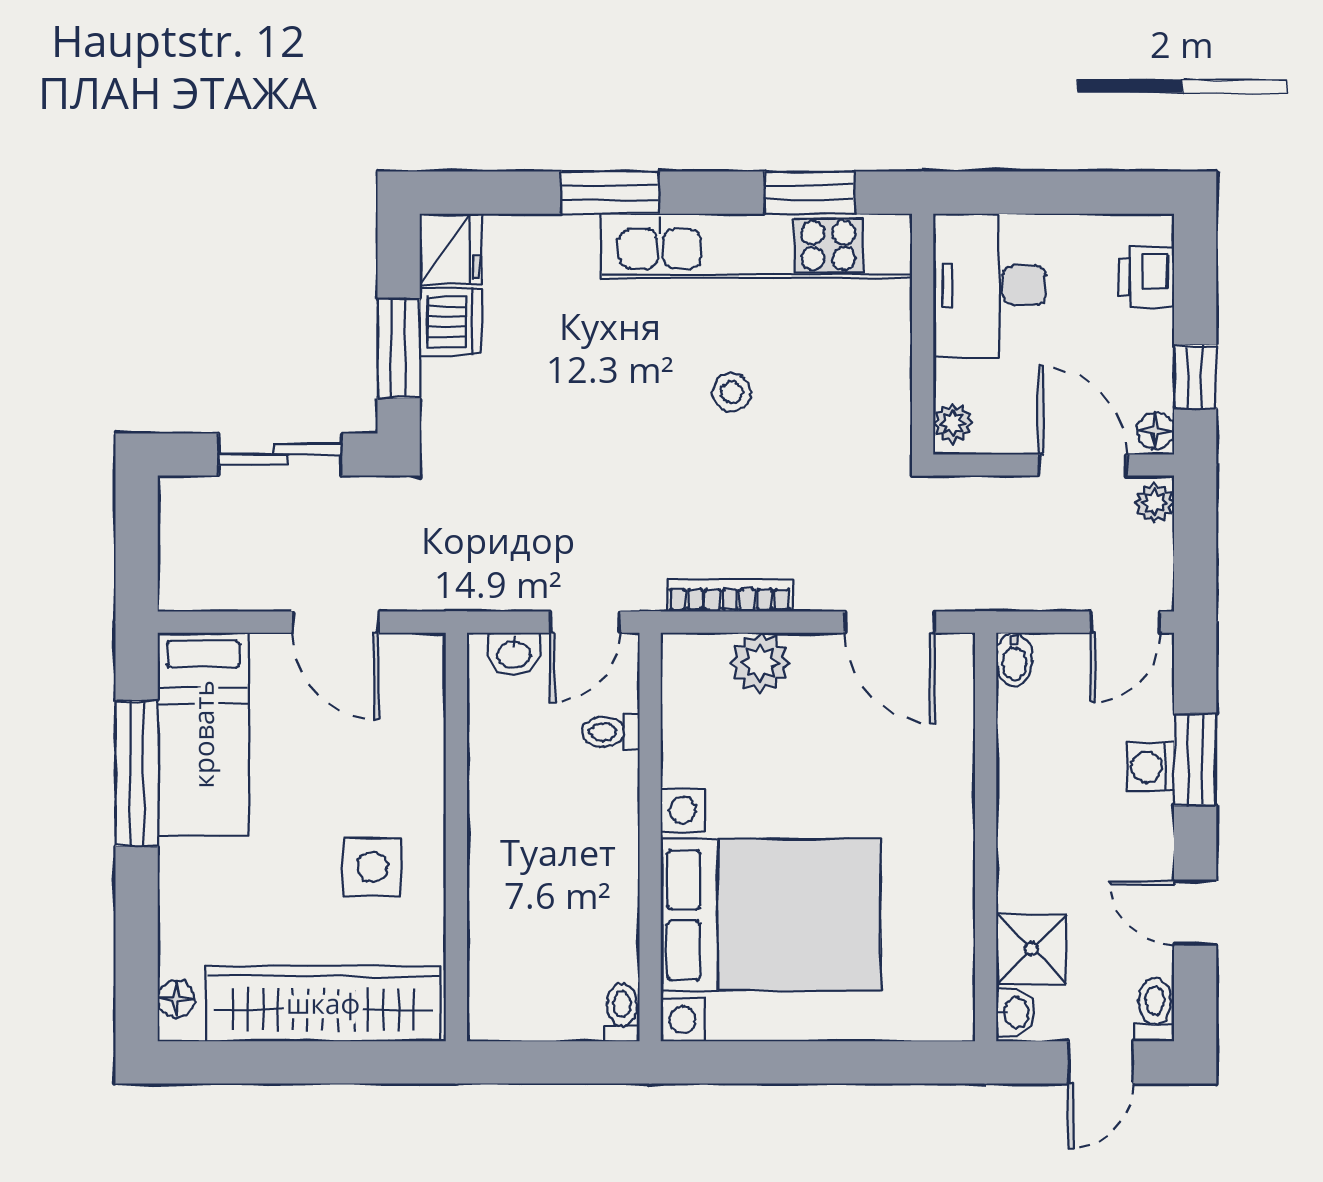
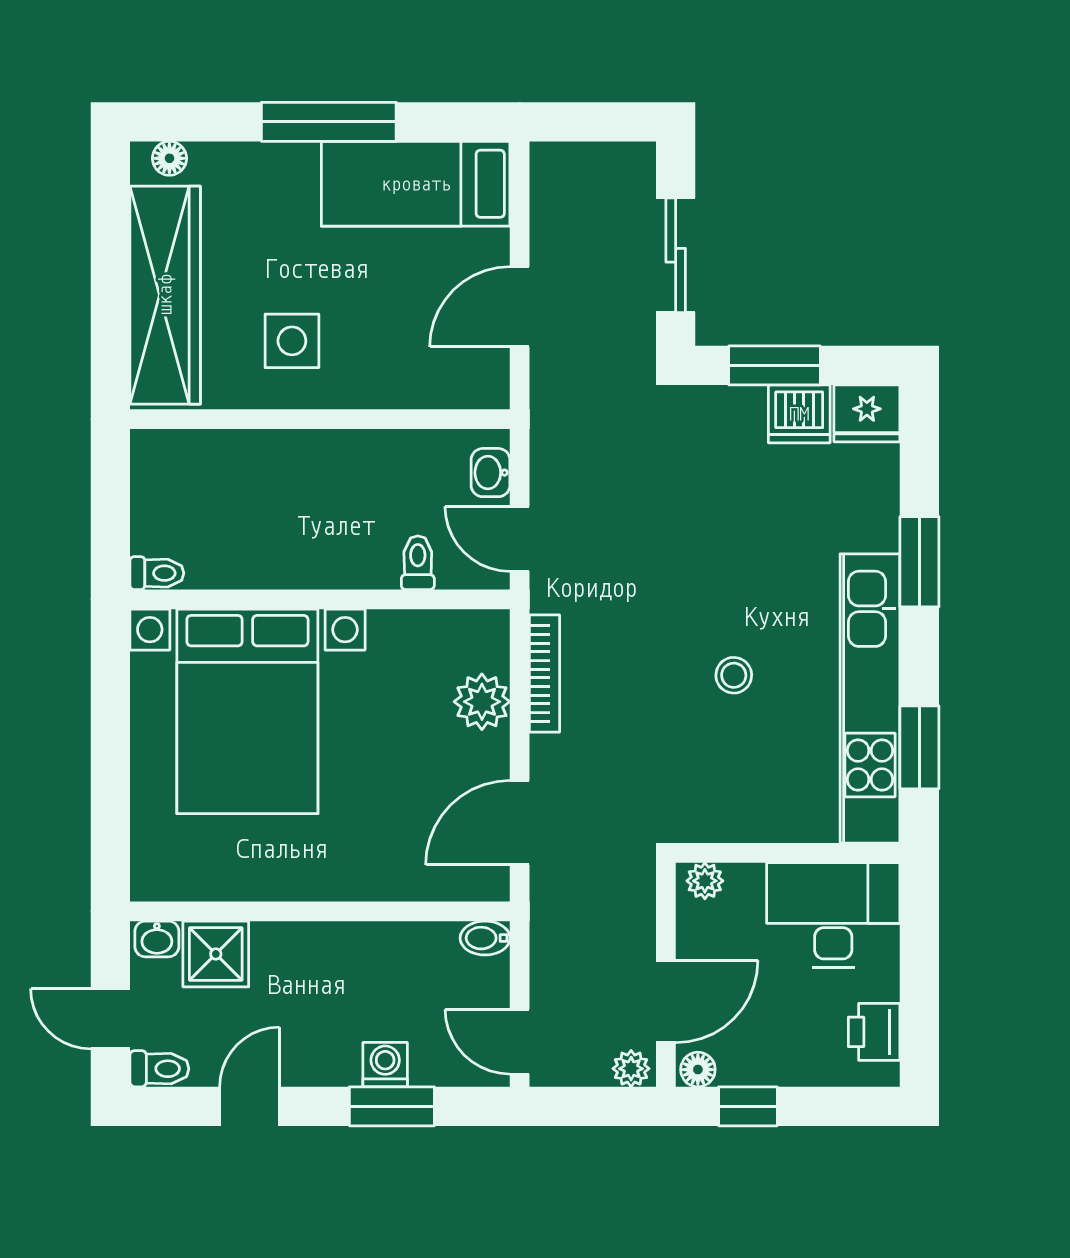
printer: (1146, 277) -> (874, 1032), moved, turned -90
window: (137, 774) -> (329, 122), moved

